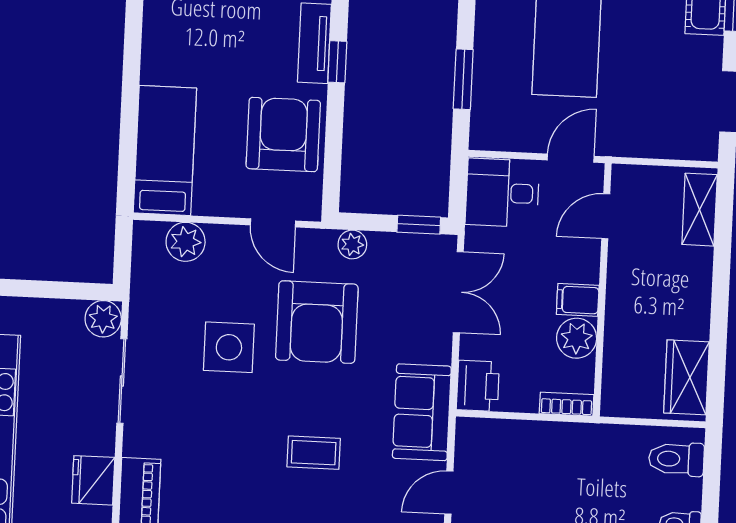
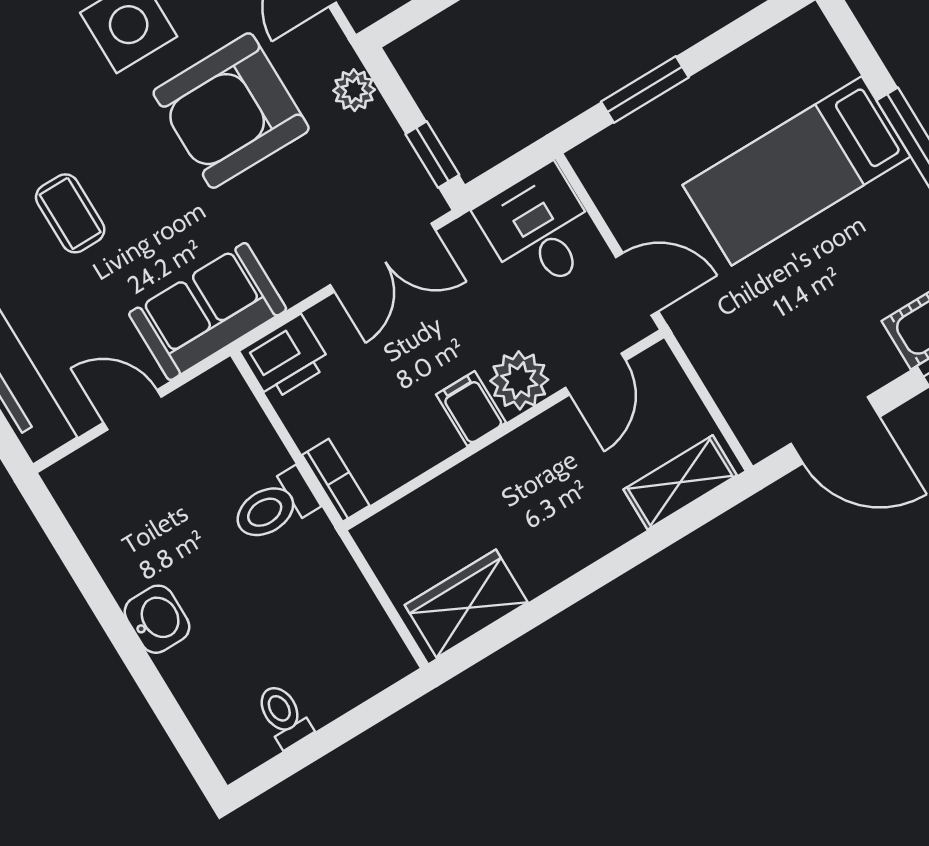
door: (606, 216) -> (595, 374), swing flipped
plant: (577, 338) -> (519, 380), moved
toilet: (676, 459) -> (274, 506), moved, turned -90

